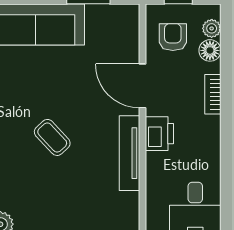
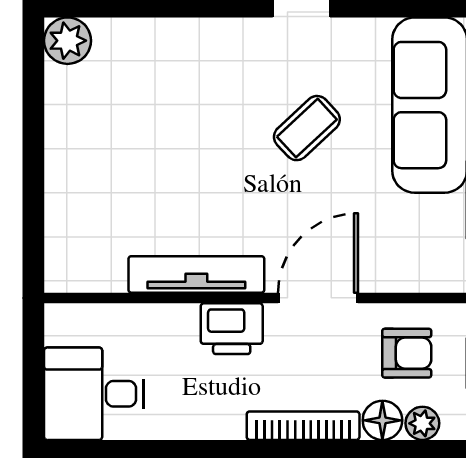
bookcase: (213, 94) -> (303, 426), width x1.56
coffee table: (52, 137) -> (307, 128), moved

